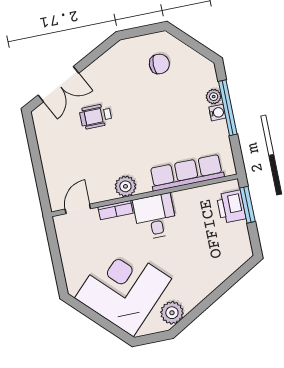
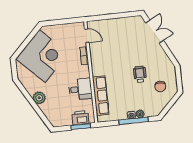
double door: (58, 84) -> (154, 31), swing flipped
wheelchair: (96, 116) -> (140, 74), moved
plant: (125, 186) -> (97, 62), removed
desk: (155, 217) -> (80, 89), moved
plant: (172, 313) -> (39, 98), moved

